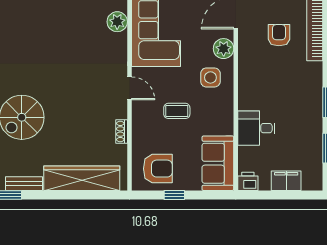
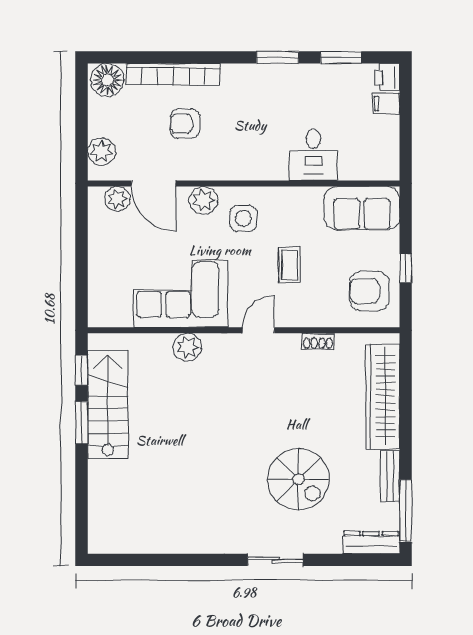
plant: (117, 22) -> (187, 347), moved
armchair: (158, 169) -> (369, 291), turned -90
printer: (248, 181) -> (387, 77), moved
filing cabinet: (286, 181) -> (386, 103), width x0.50

